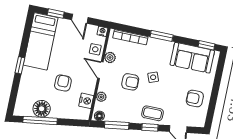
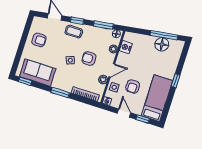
door: (100, 70) -> (112, 70), hinge flipped
armchair: (63, 83) -> (133, 86), moved

